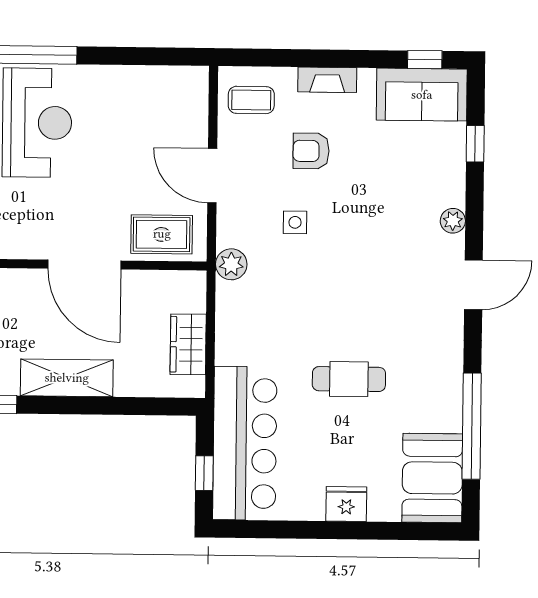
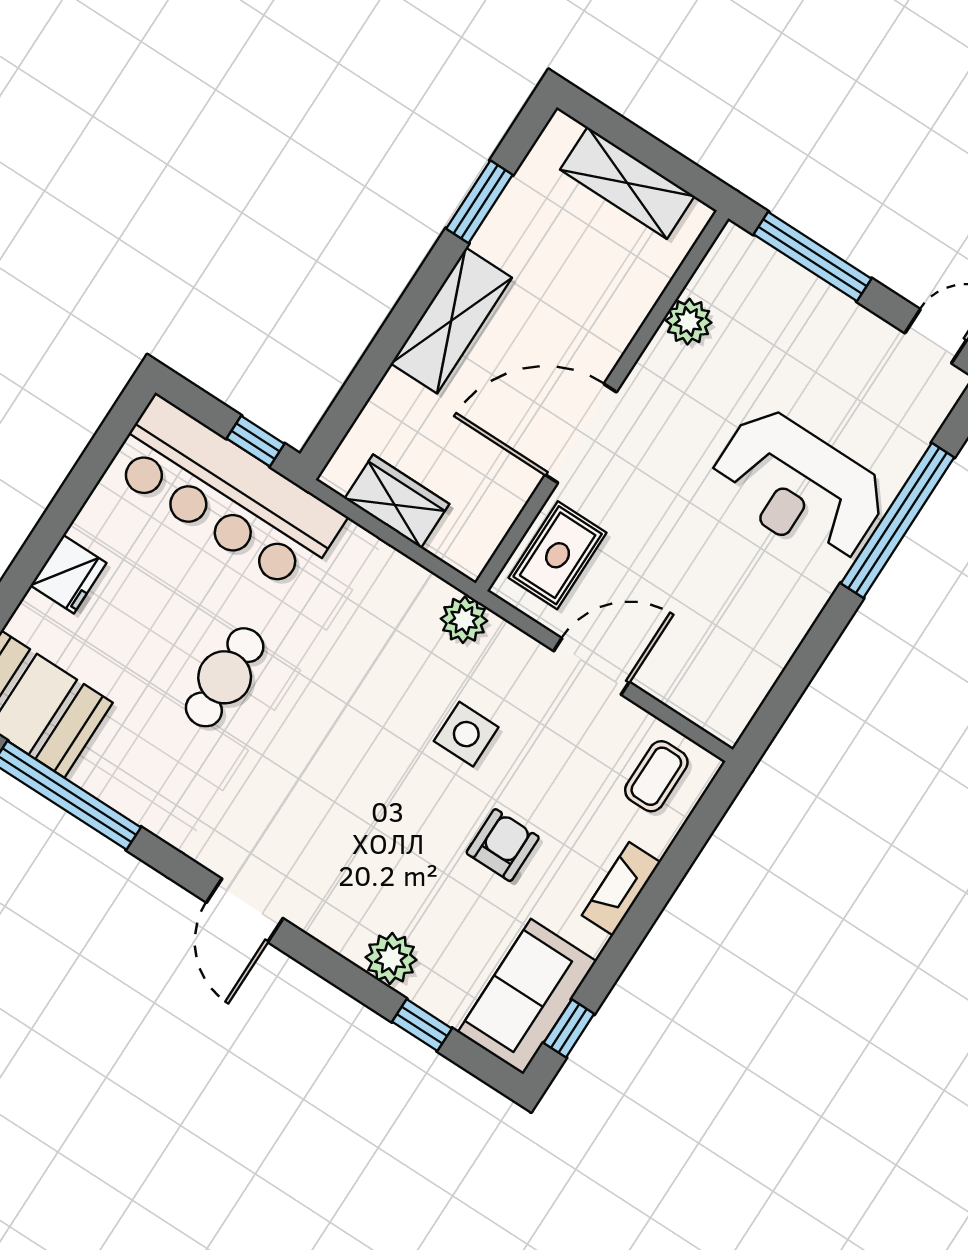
armchair: (311, 151) -> (503, 845), moved
plant: (453, 221) -> (391, 959), moved, width x1.38, depth x1.38
side table: (295, 222) -> (466, 734), width x1.37, depth x1.37
window: (204, 473) -> (256, 441), moved

